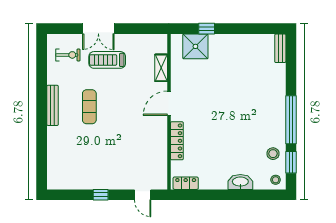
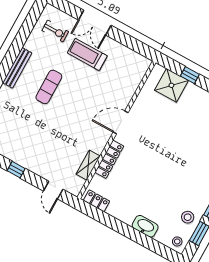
shelving: (161, 68) -> (88, 165), moved

